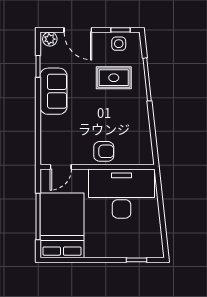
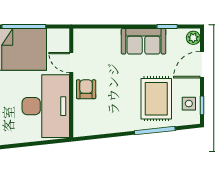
rug: (114, 78) -> (156, 99), width x1.36, depth x1.43
armchair: (104, 151) -> (86, 89), turned 180
door: (61, 167) -> (71, 62), moved

